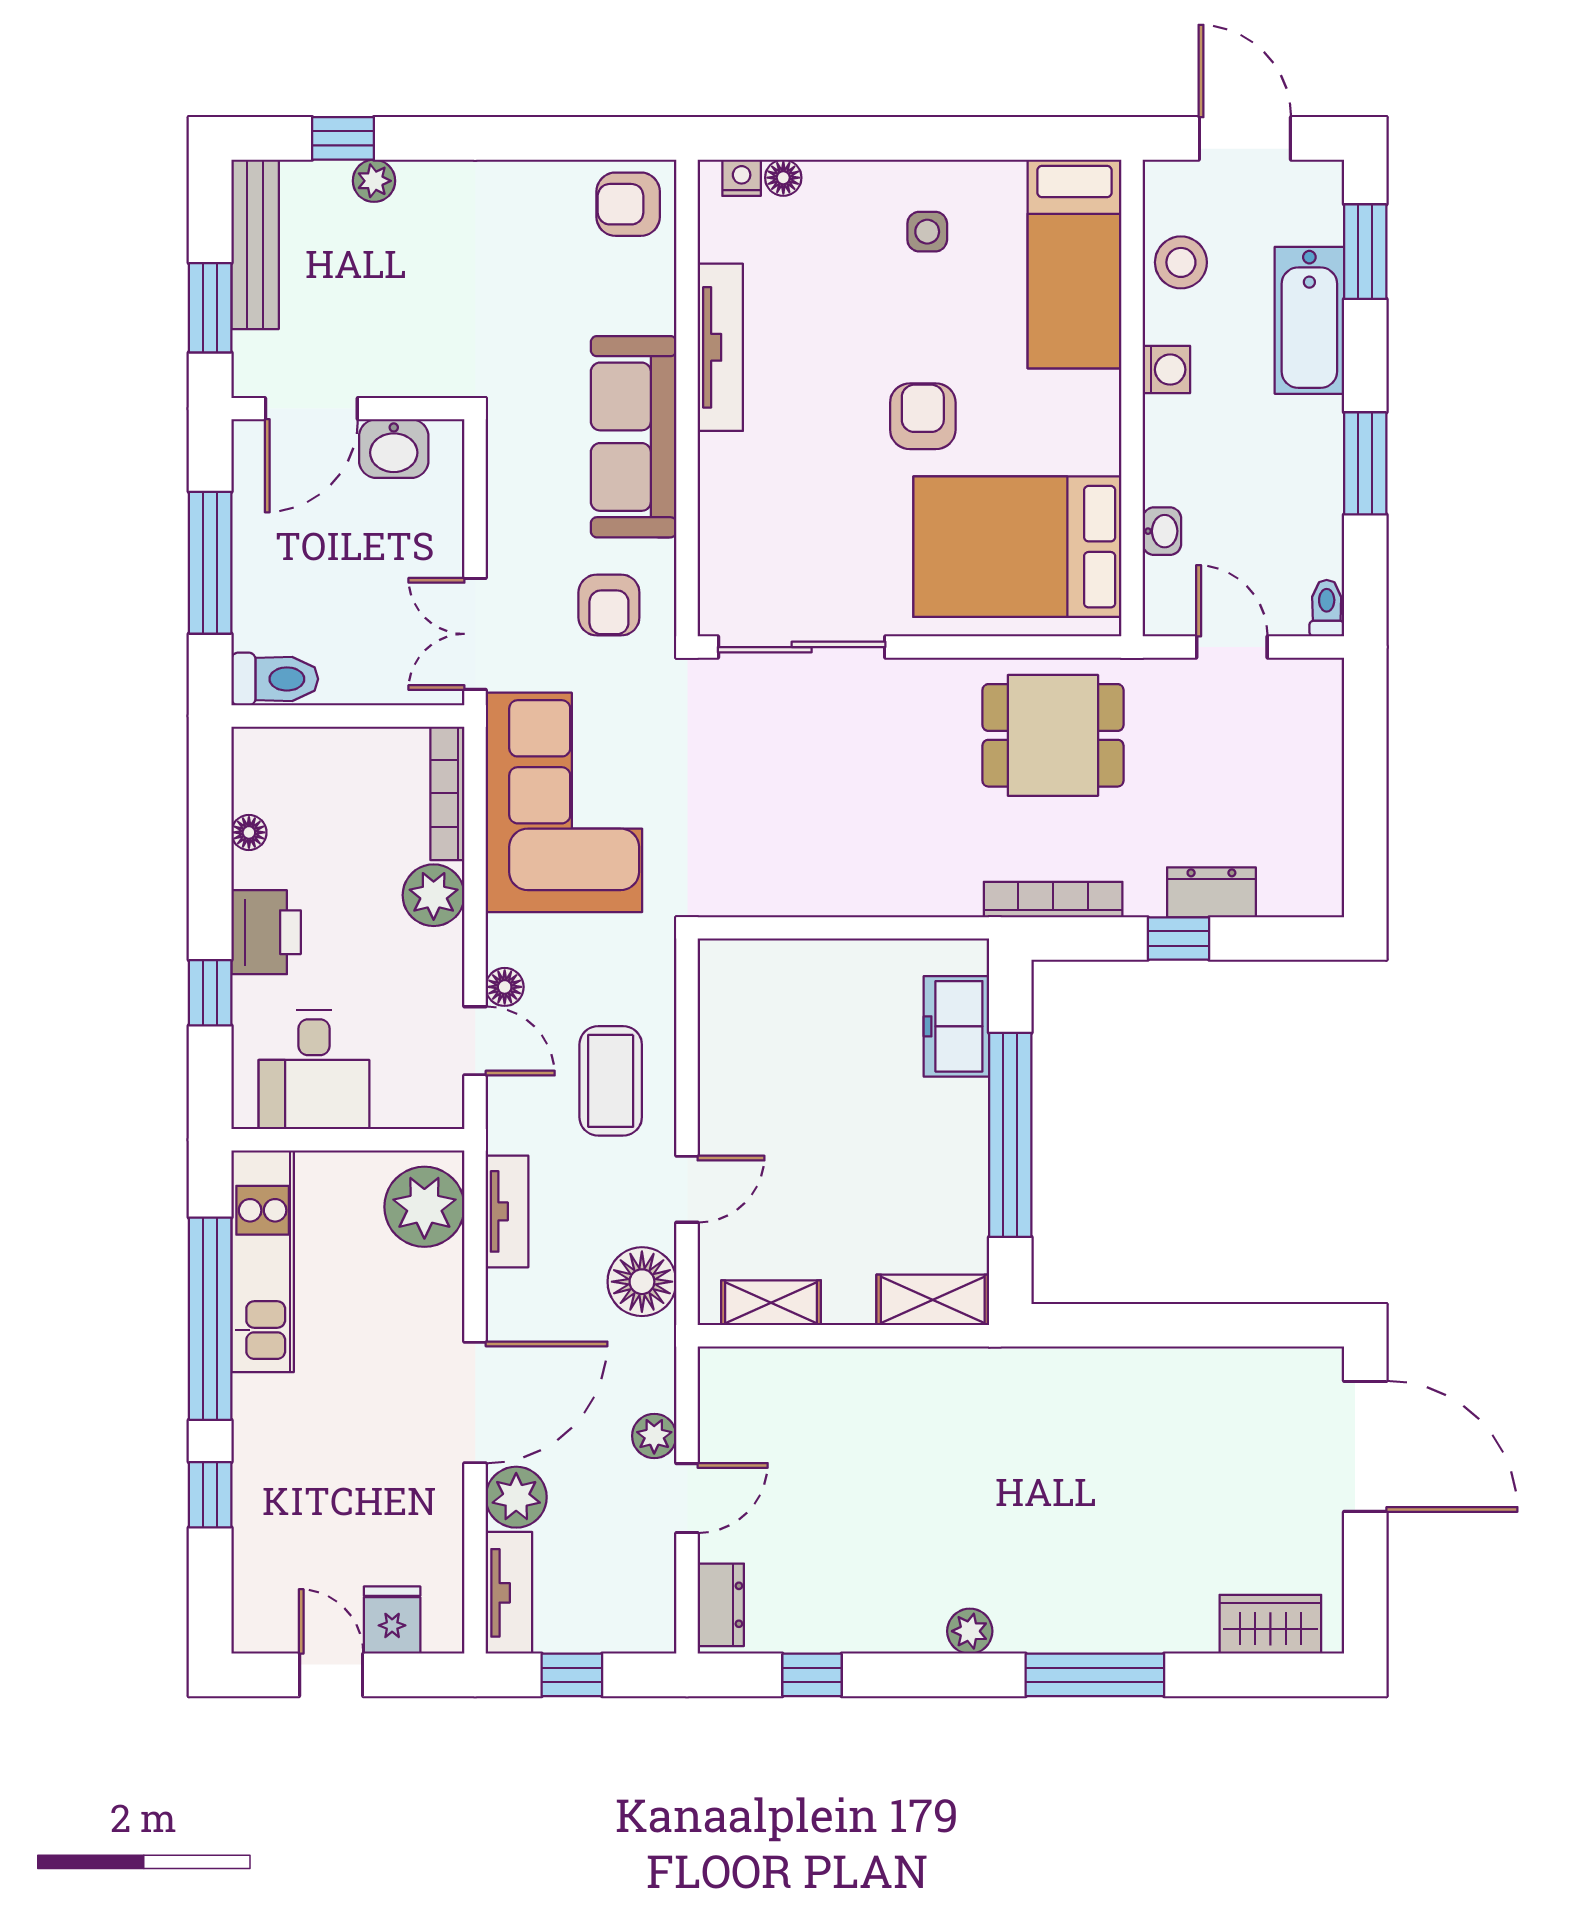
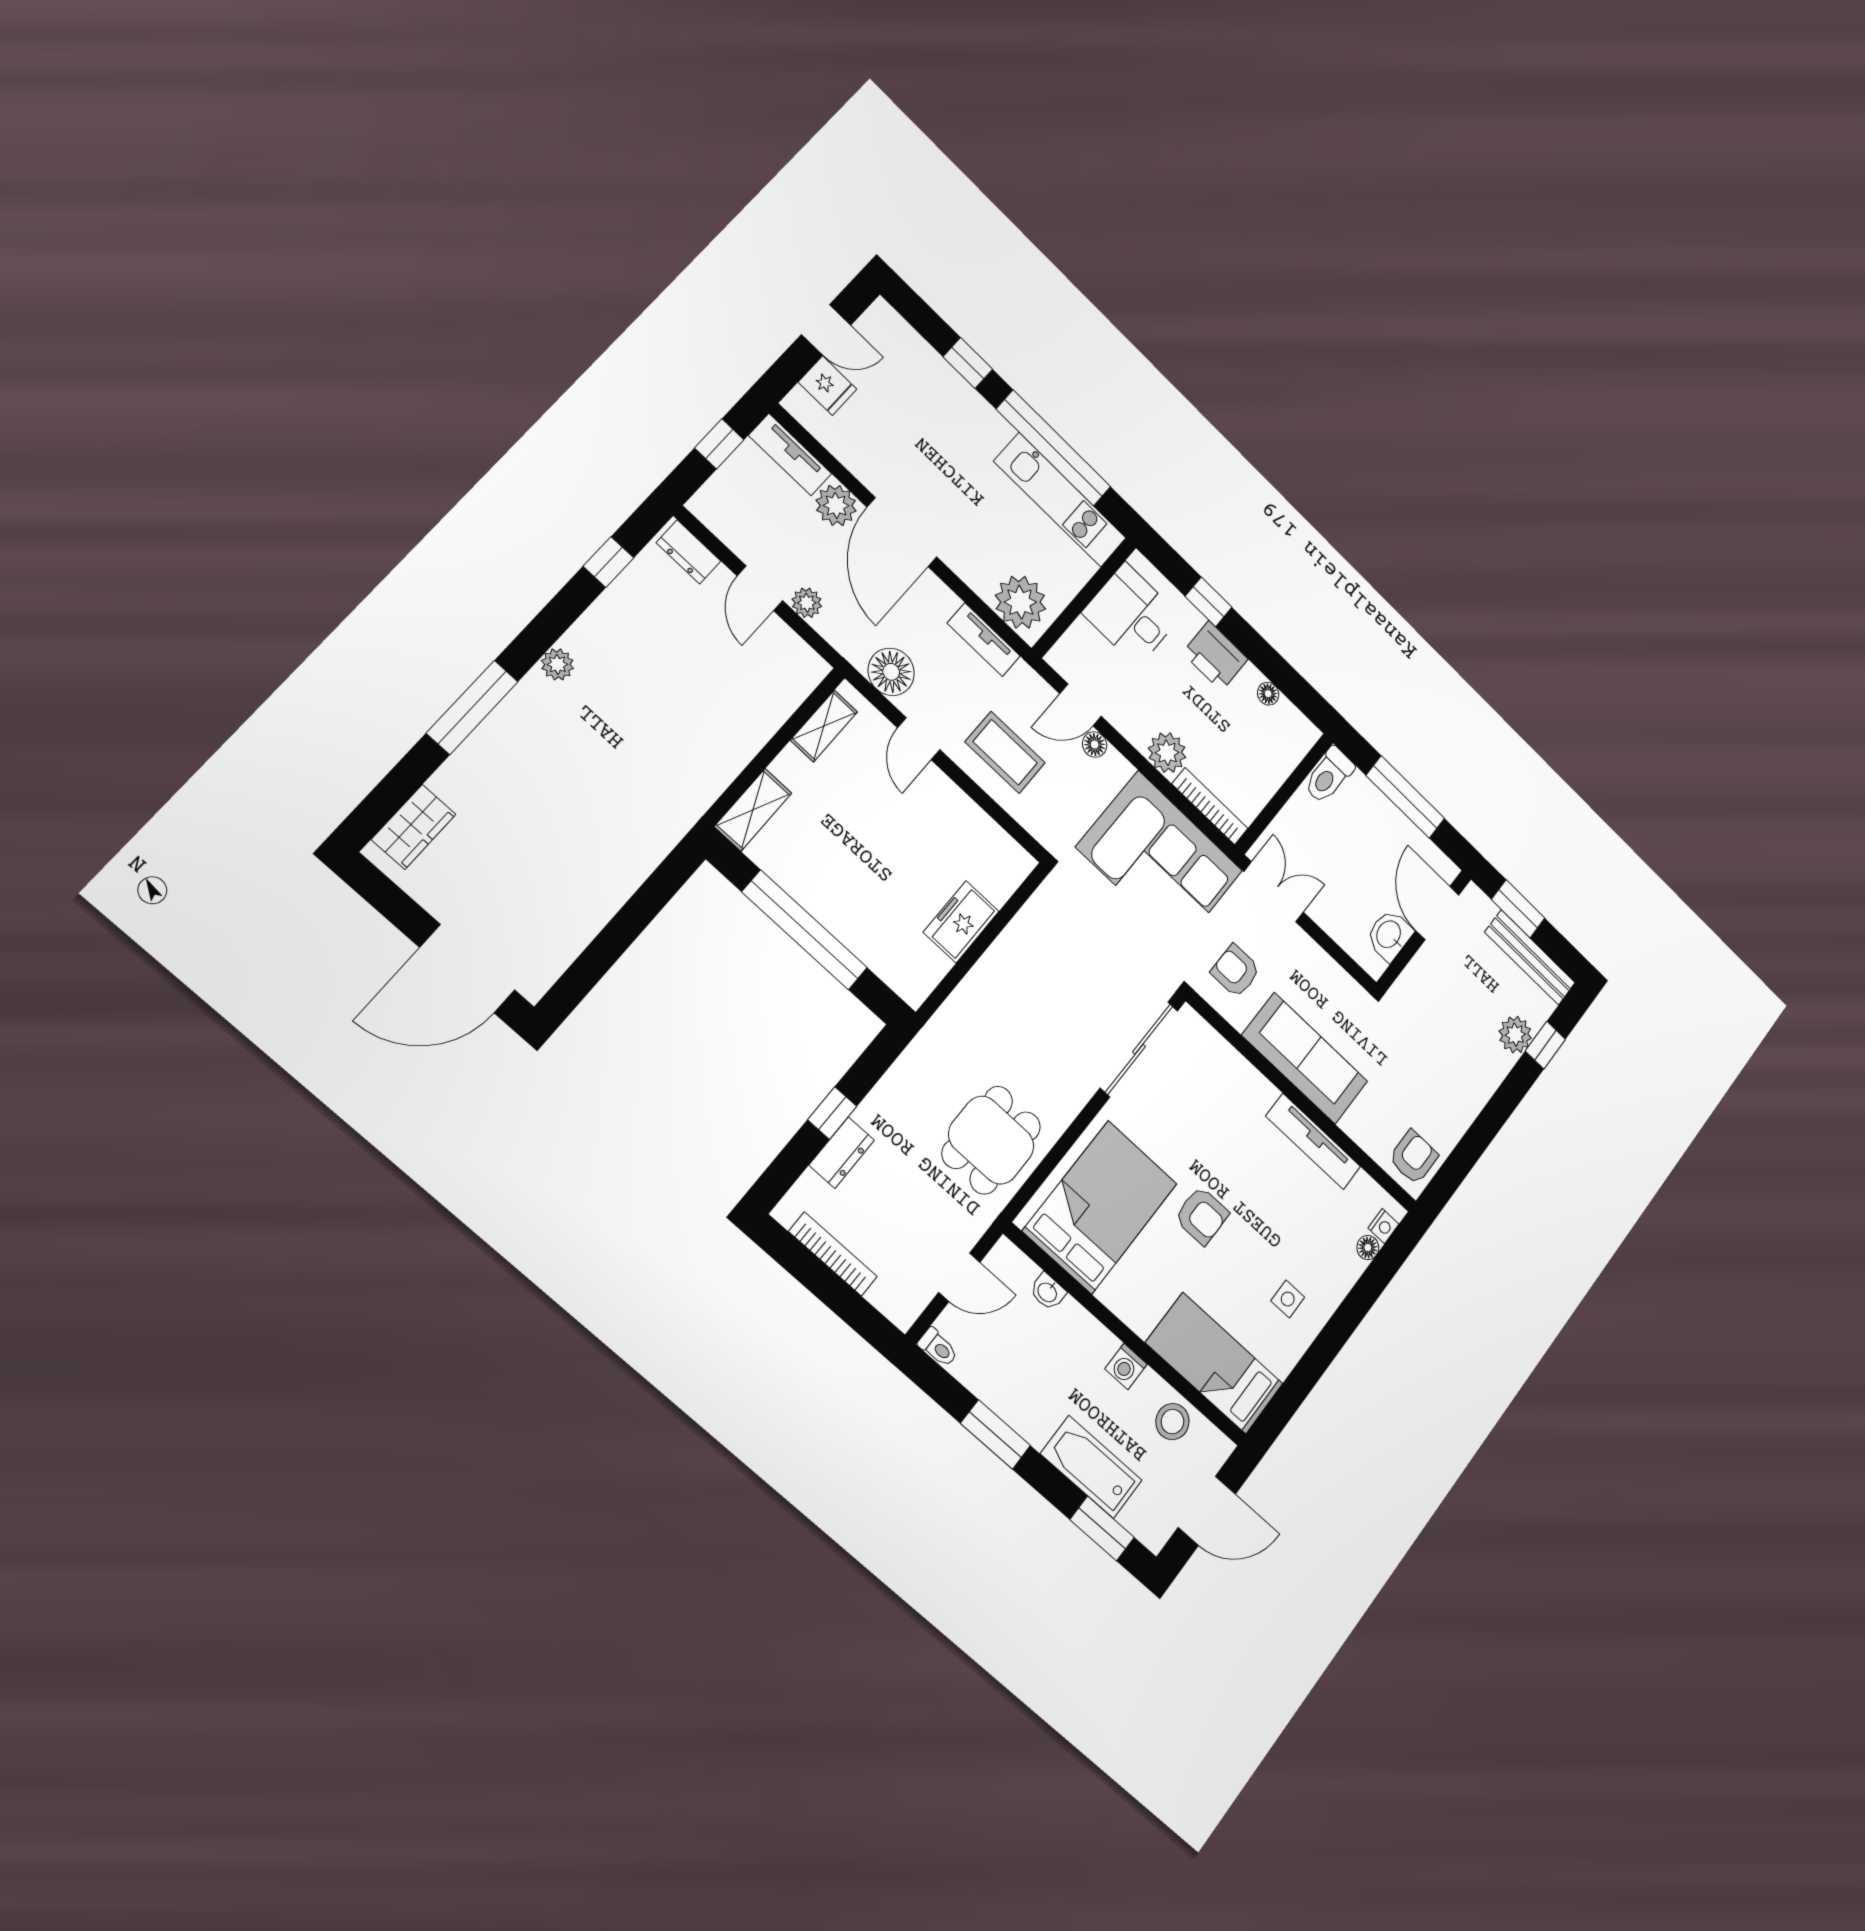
plant: (374, 181) -> (1515, 1035), width x1.38, depth x1.38
bookcase: (1053, 900) -> (833, 1254), moved, turned -90
freezer: (956, 1026) -> (961, 922), moved, turned -90

